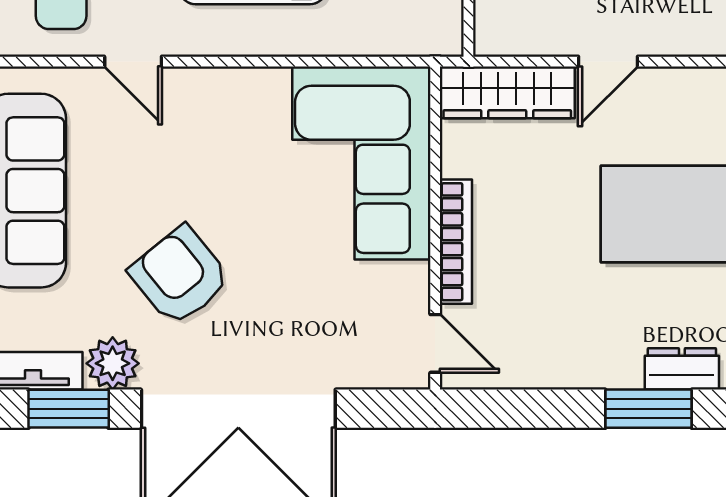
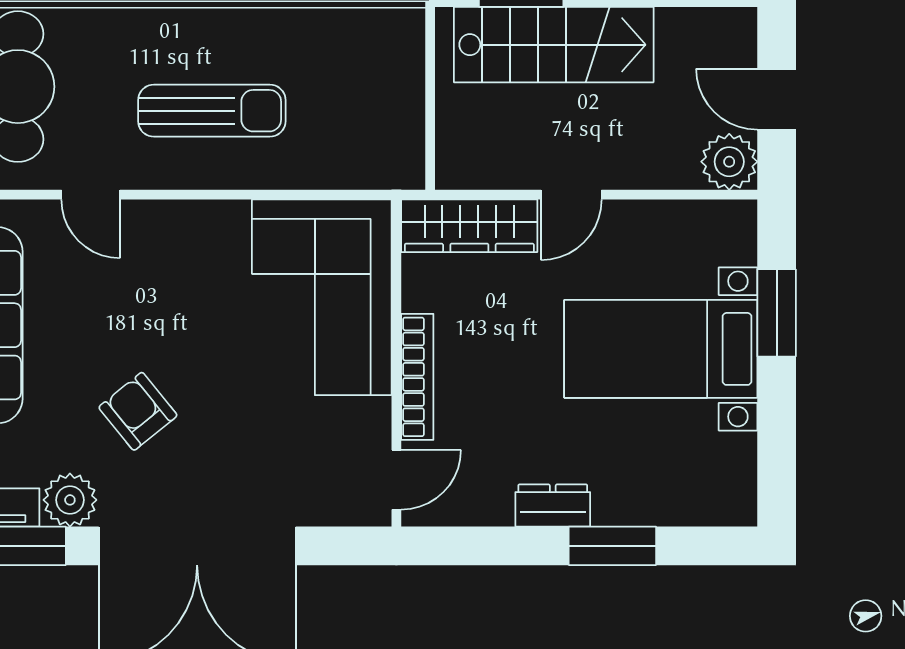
armchair: (180, 276) -> (138, 411), width x0.72, depth x0.72
door: (435, 343) -> (396, 480), hinge flipped
dresser: (682, 369) -> (553, 506), moved

